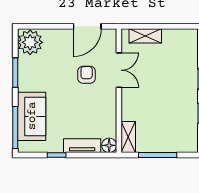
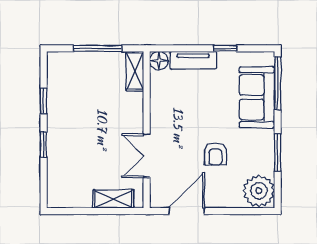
armchair: (87, 75) -> (215, 154), moved

